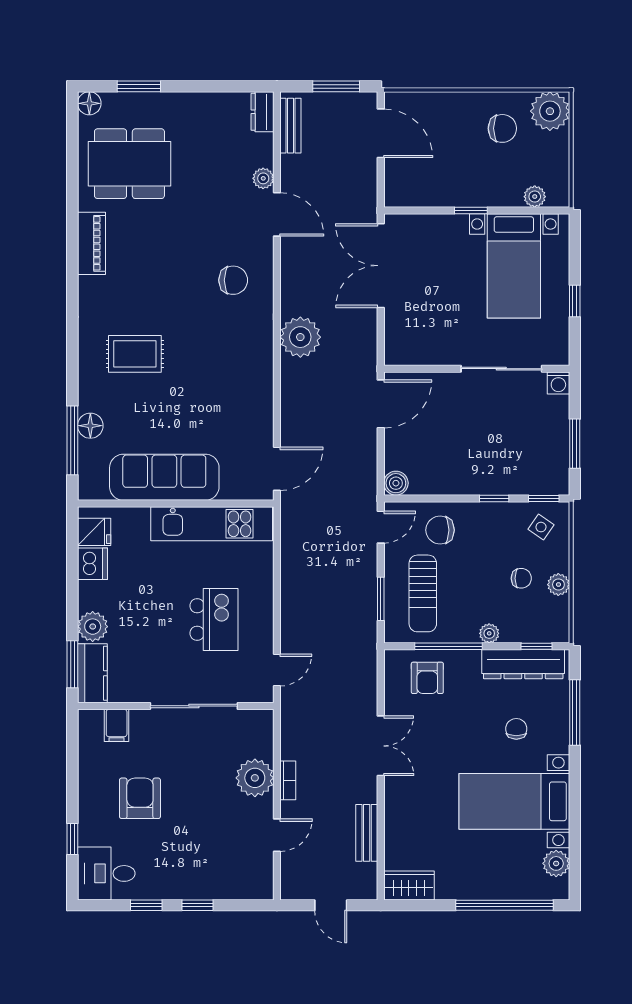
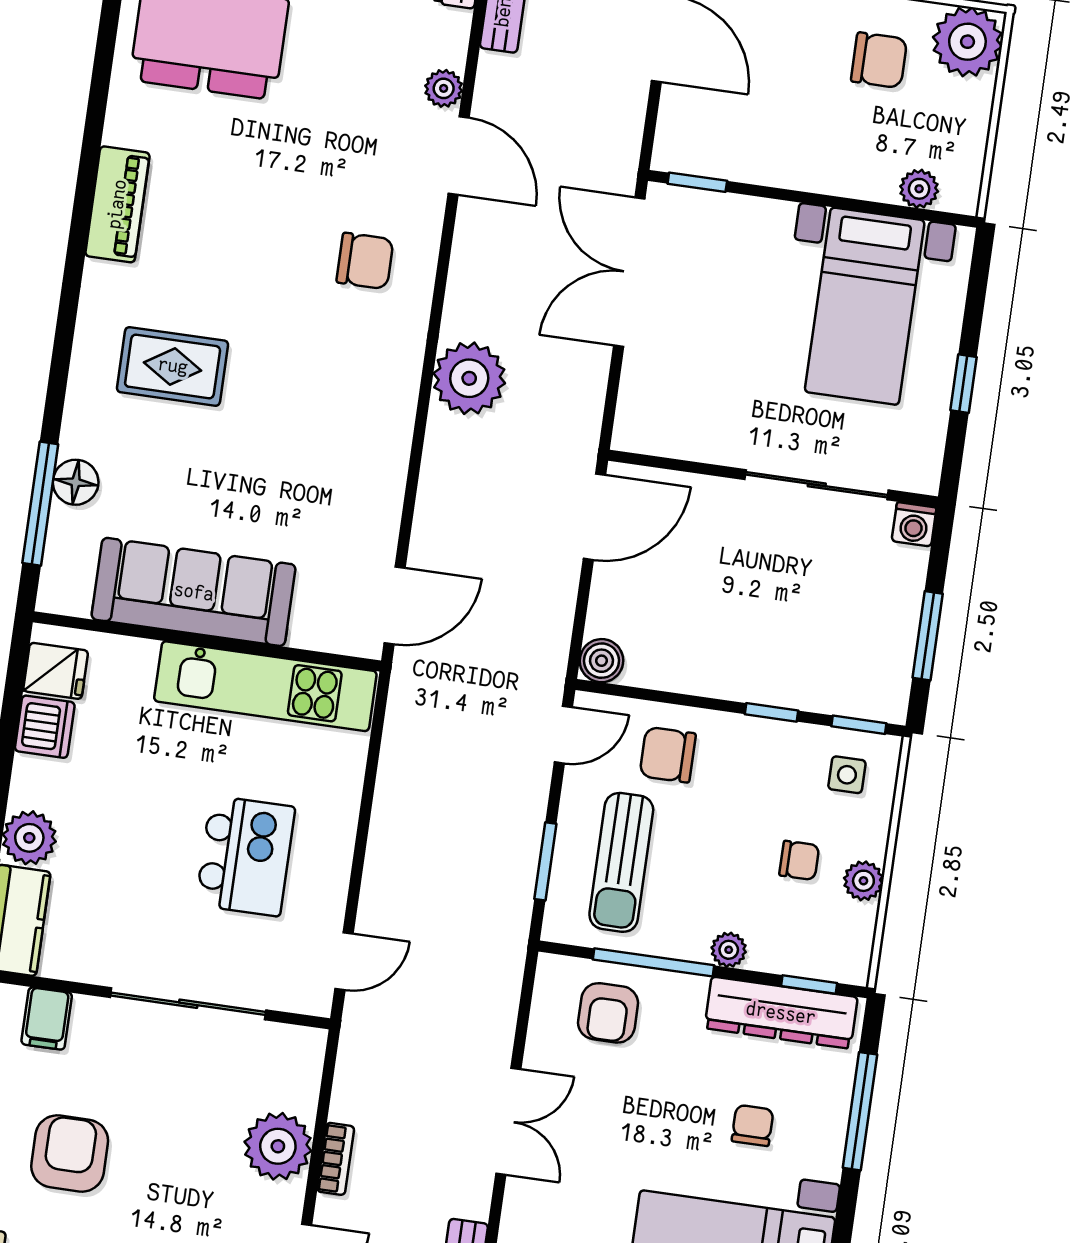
window: (471, 210) -> (697, 182), moved
piano: (92, 243) -> (117, 204), moved
side table: (541, 527) -> (847, 775), turned -35

